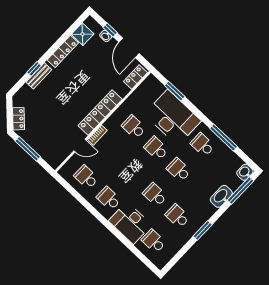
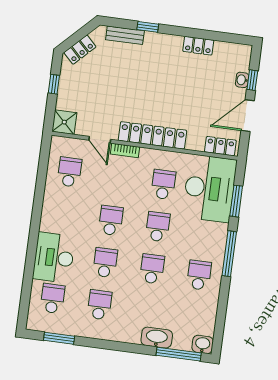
shower: (83, 34) -> (64, 122), moved
locker: (63, 51) -> (198, 46), width x0.66
bench: (39, 76) -> (125, 35), moved
desk: (173, 117) -> (210, 188), moved
window: (224, 138) -> (229, 254), moved
window: (28, 149) -> (54, 84), width x0.46
school desk: (109, 198) -> (111, 220), moved
window: (203, 230) -> (59, 338), moved

